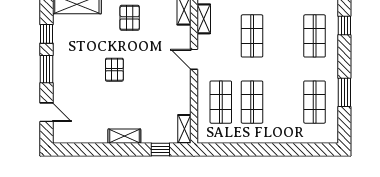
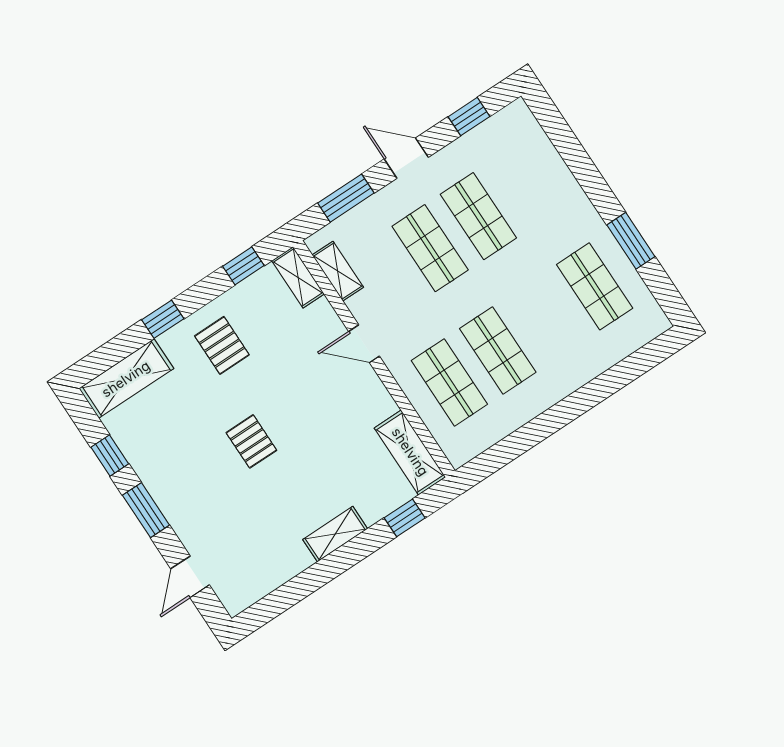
window: (344, 26) -> (562, 137), removed
shop shelf: (315, 36) -> (478, 216), moved
door: (47, 112) -> (190, 577), swing flipped
shelving: (184, 129) -> (410, 452), width x1.50, depth x1.33

